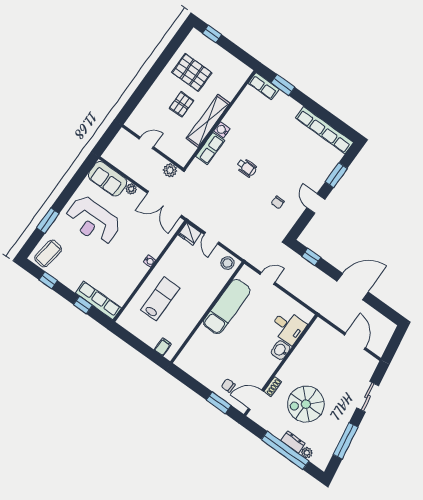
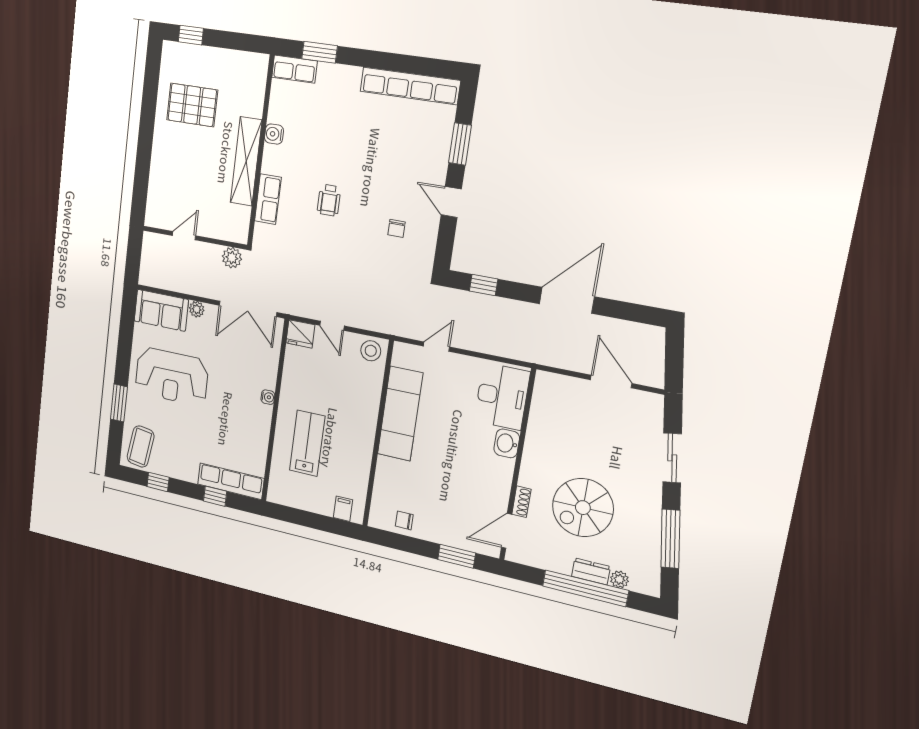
pallet: (181, 104) -> (201, 157), removed
water cooler: (222, 130) -> (274, 134), moved
wheelchair: (246, 167) -> (329, 200), turned 90
desk: (288, 327) -> (502, 396), width x1.37
chair: (228, 385) -> (404, 520), moved

